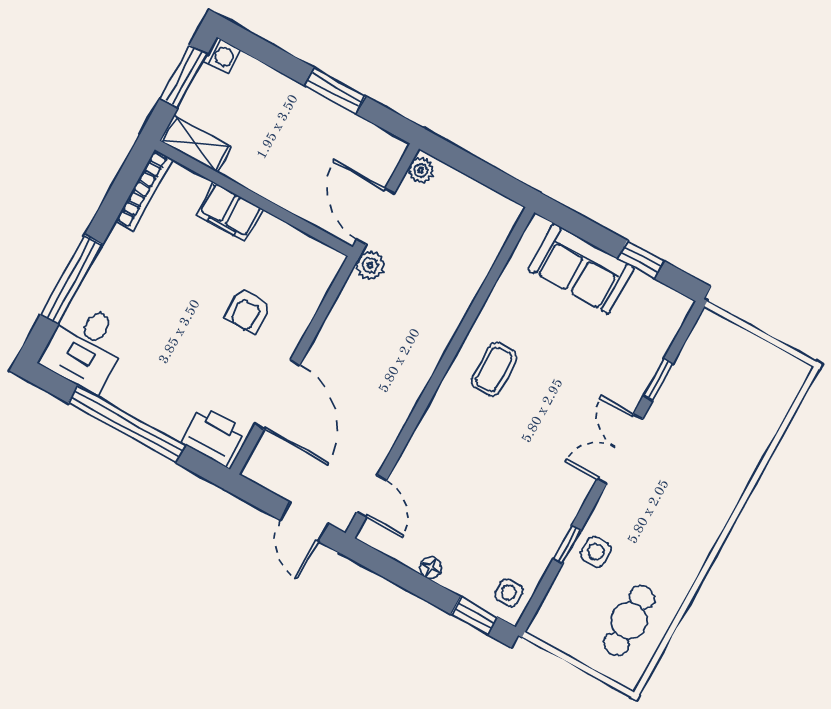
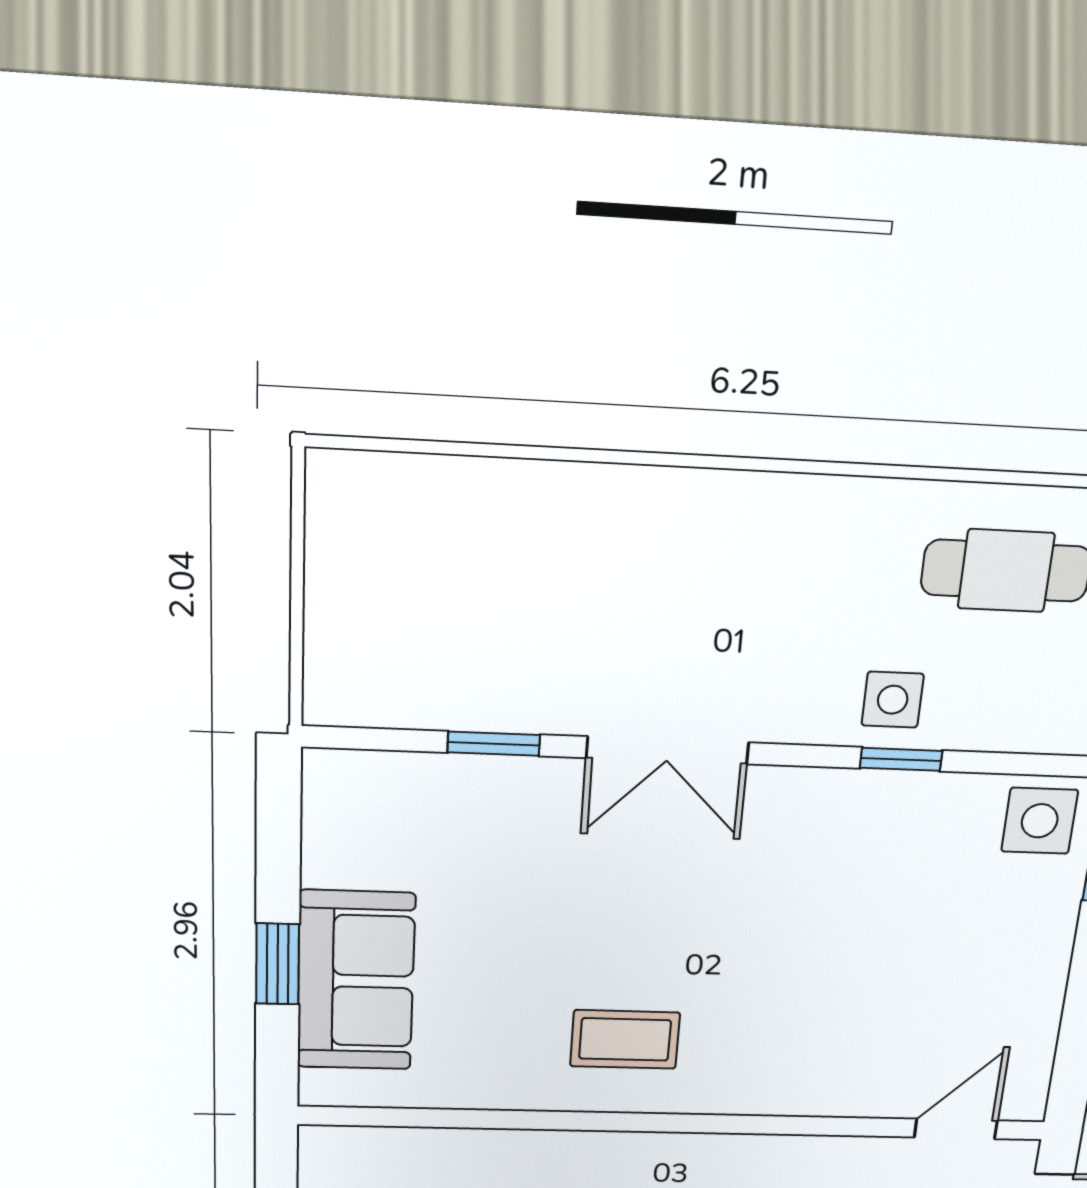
window: (641, 259) -> (278, 964), moved
floor lamp: (431, 568) -> (1047, 976), removed
side table: (509, 593) -> (1040, 821), width x1.37, depth x1.37

